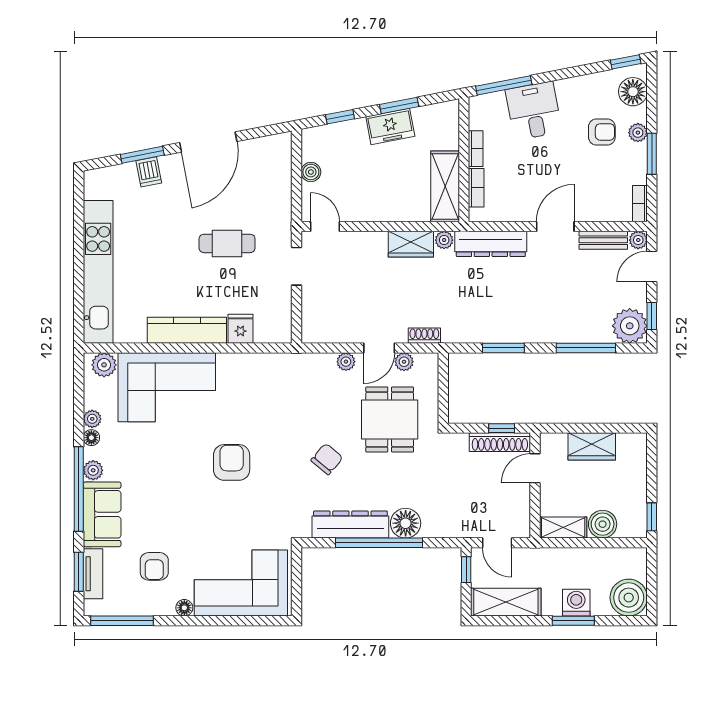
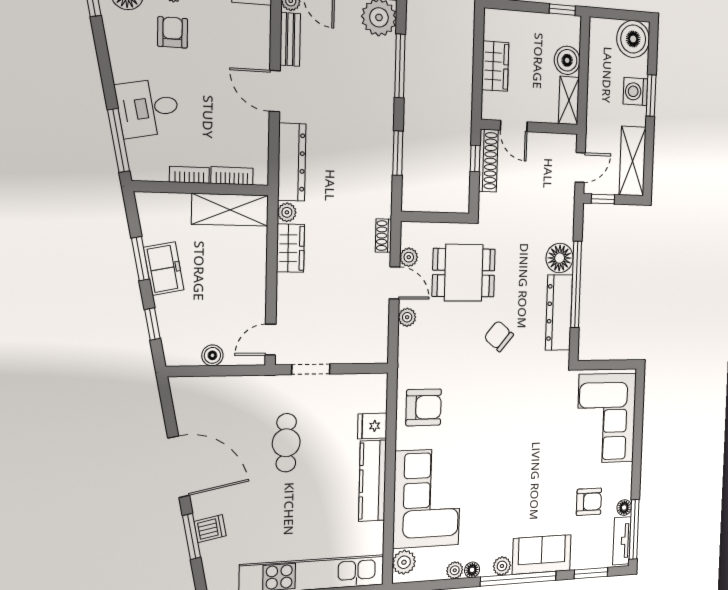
armchair: (232, 462) -> (424, 407), moved, turned 180
tv unit: (93, 574) -> (622, 541), moved, turned -90
floor lamp: (184, 608) -> (624, 508), moved

